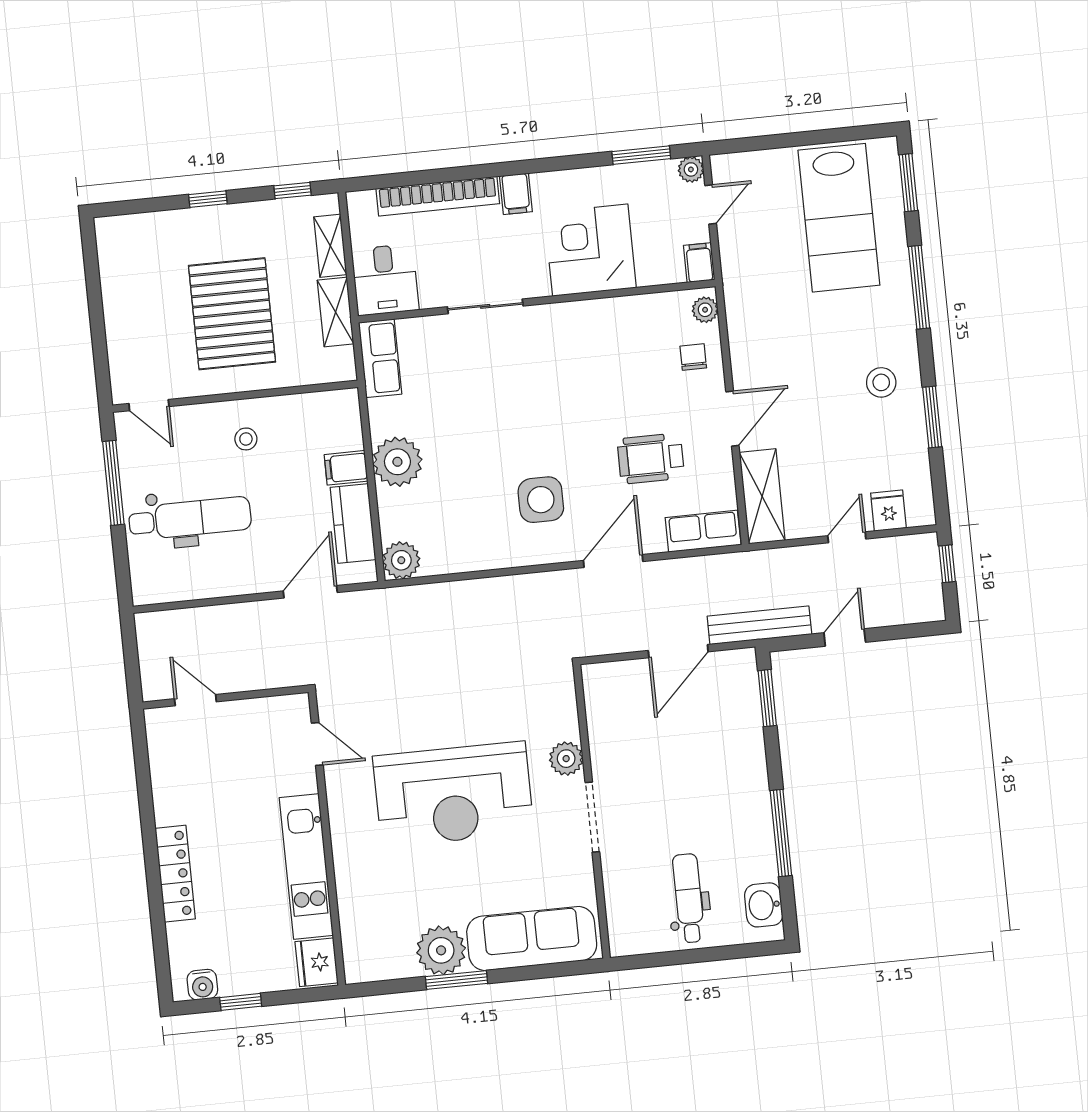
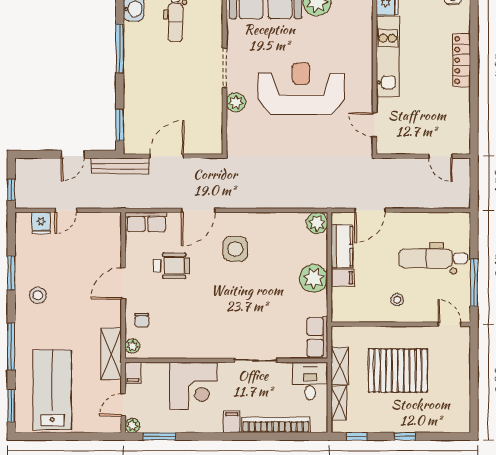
pallet: (232, 314) -> (398, 371), turned 90
shelving: (762, 496) -> (111, 354), moved

